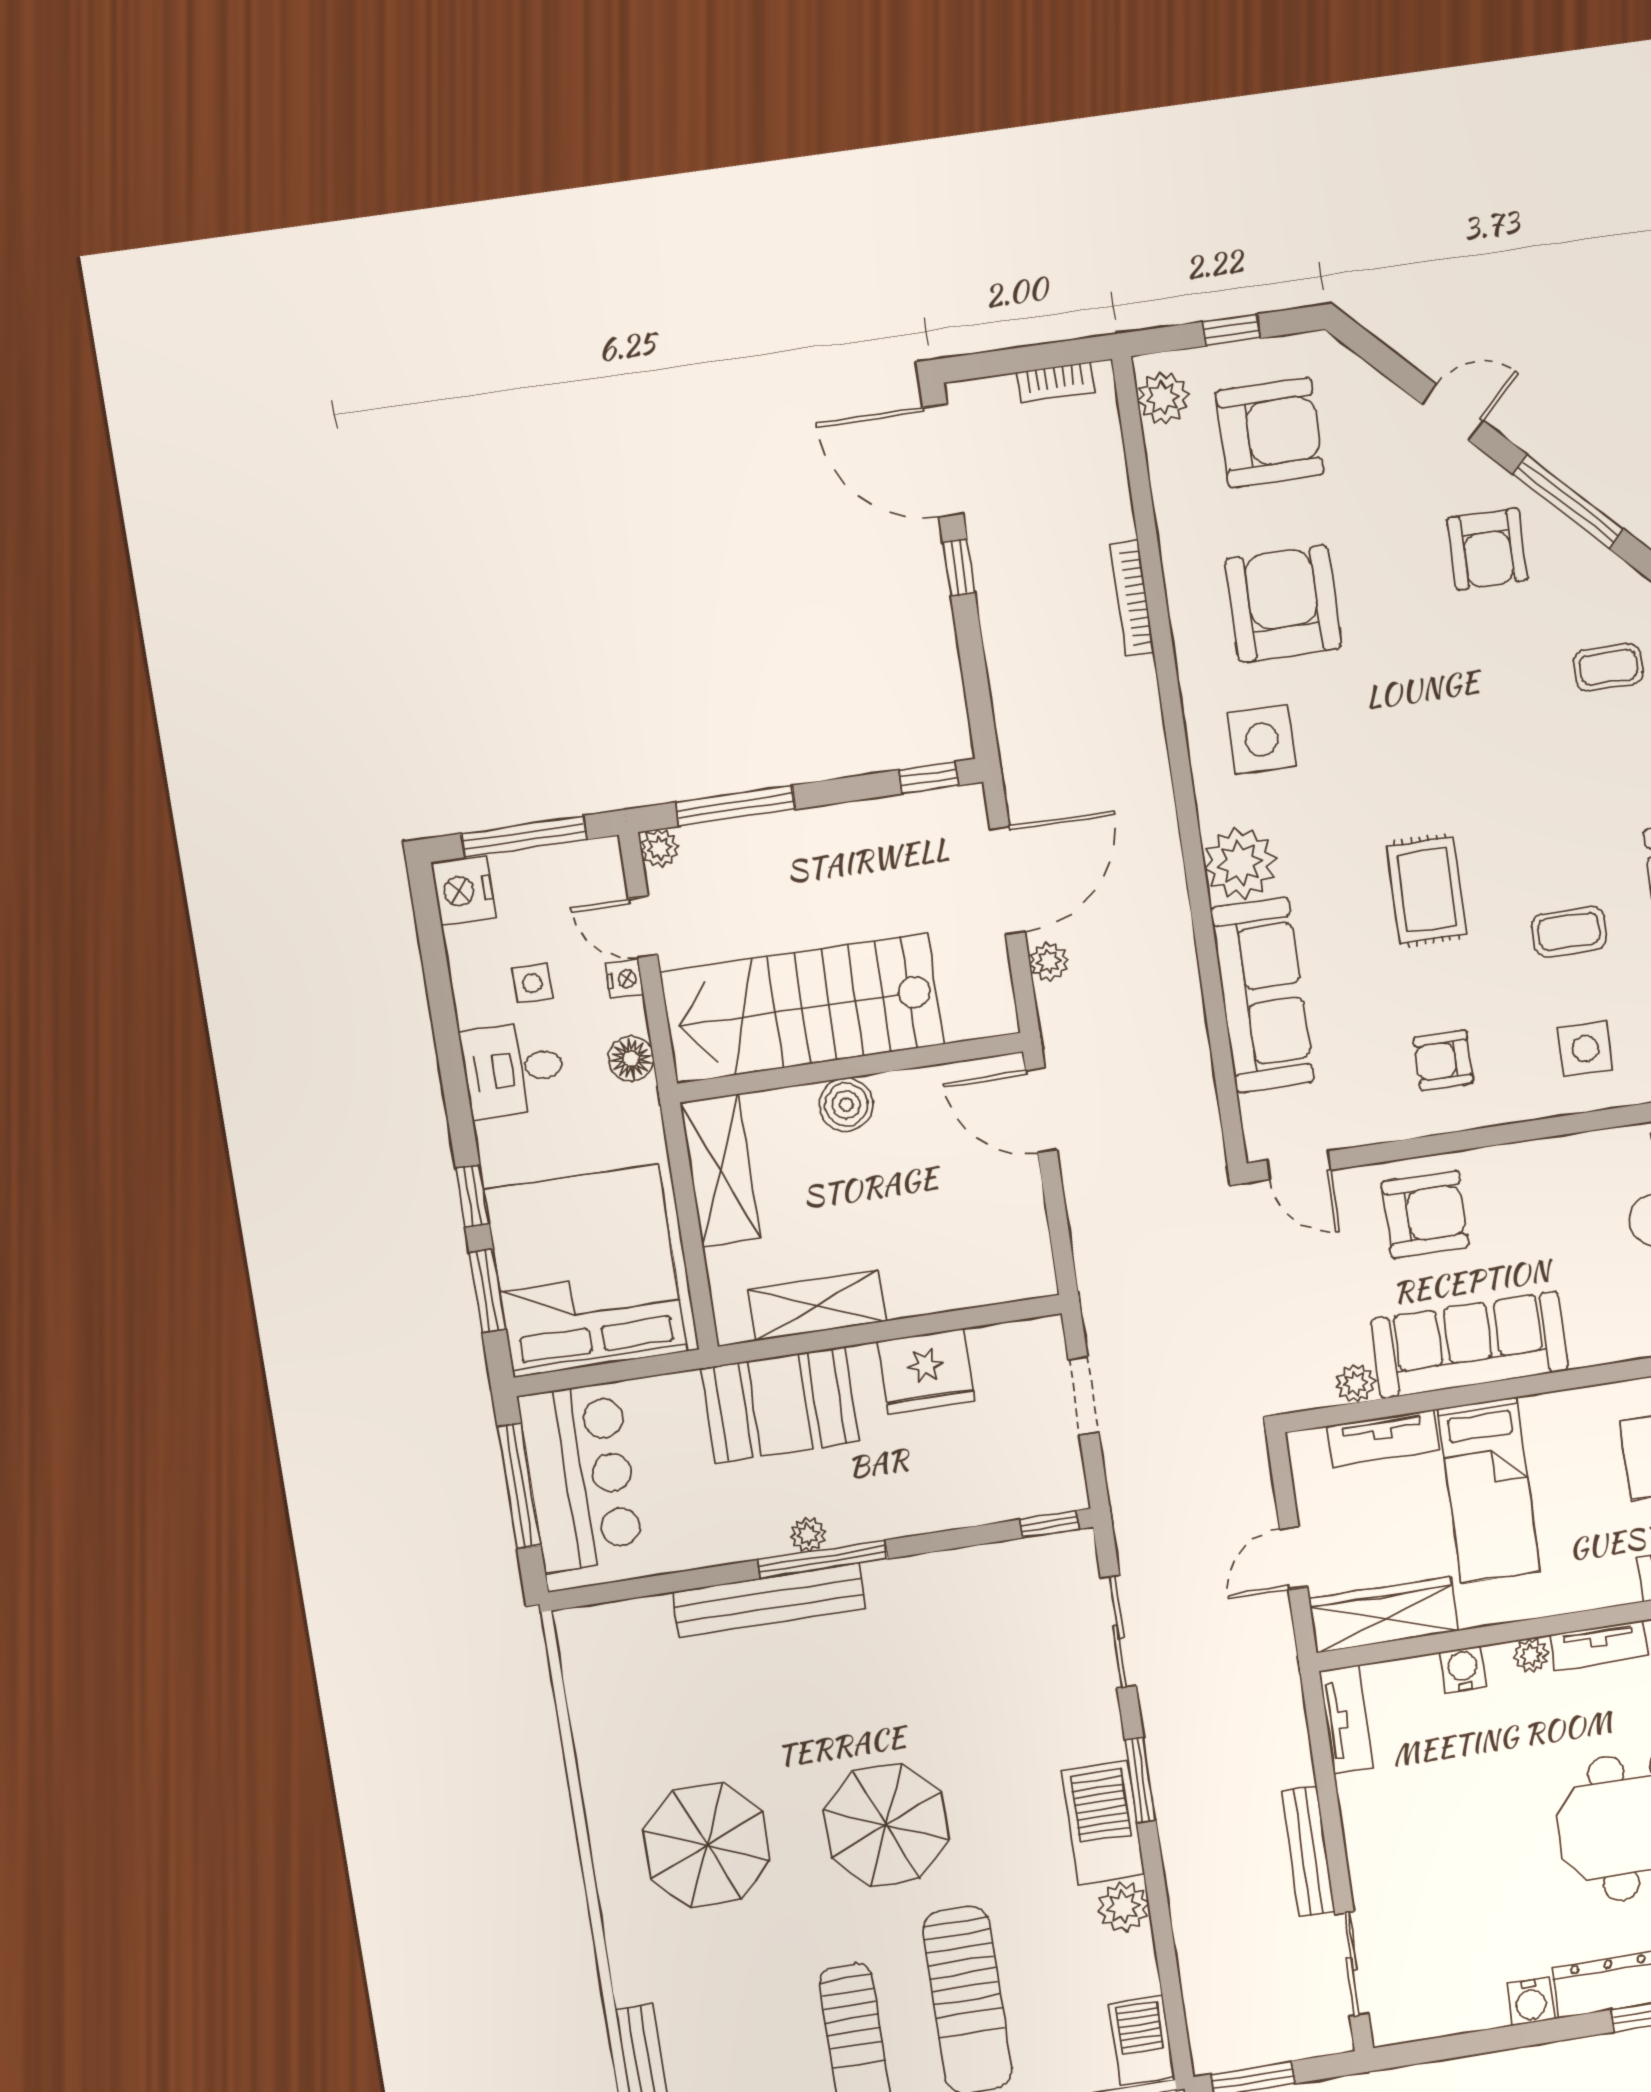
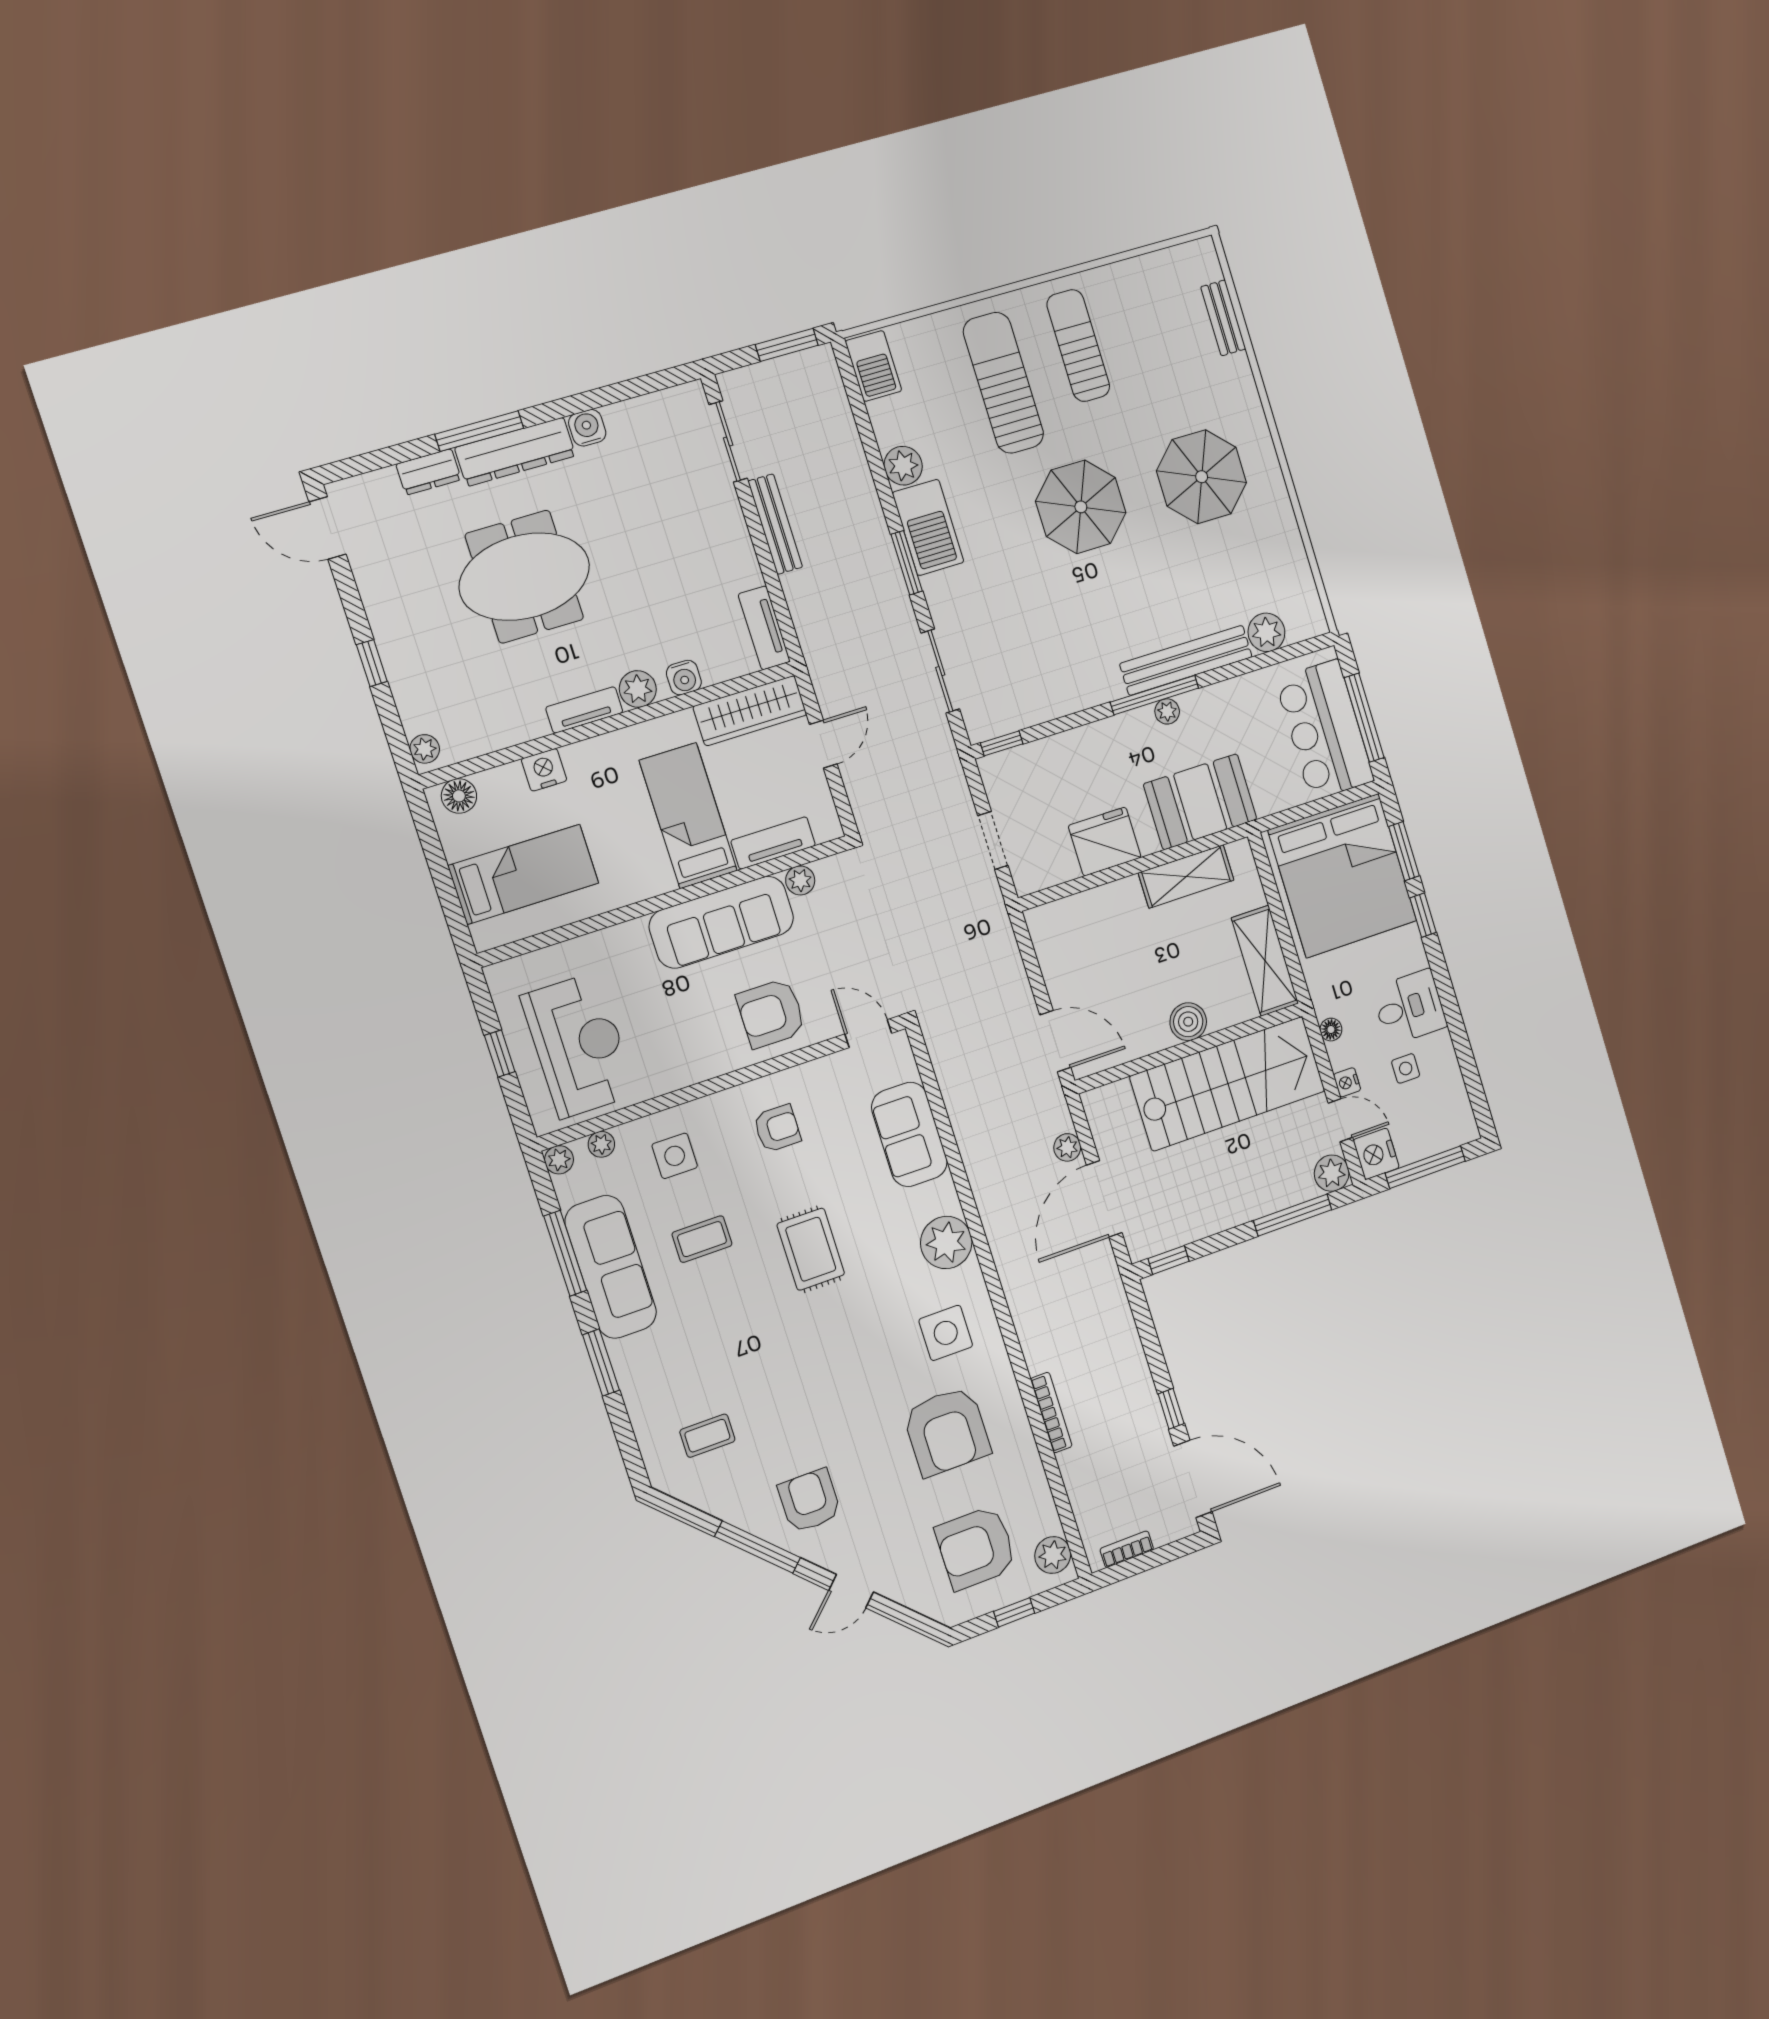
plant: (660, 848) -> (1332, 1173), width x1.38, depth x1.38
nightstand: (464, 891) -> (1376, 1154), moved, turned 180
sofa: (1262, 995) -> (909, 1134), width x0.73
floor lamp: (631, 1059) -> (1331, 1030), width x0.73, depth x0.73
plant: (646, 1623) -> (1266, 632), added
plant: (1531, 1655) -> (638, 689), width x1.38, depth x1.38

